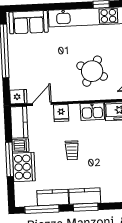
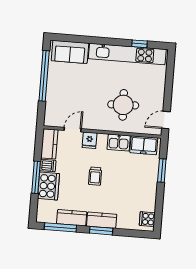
round table: (92, 71) -> (123, 105), turned -30
fridge: (18, 97) -> (52, 120), removed

